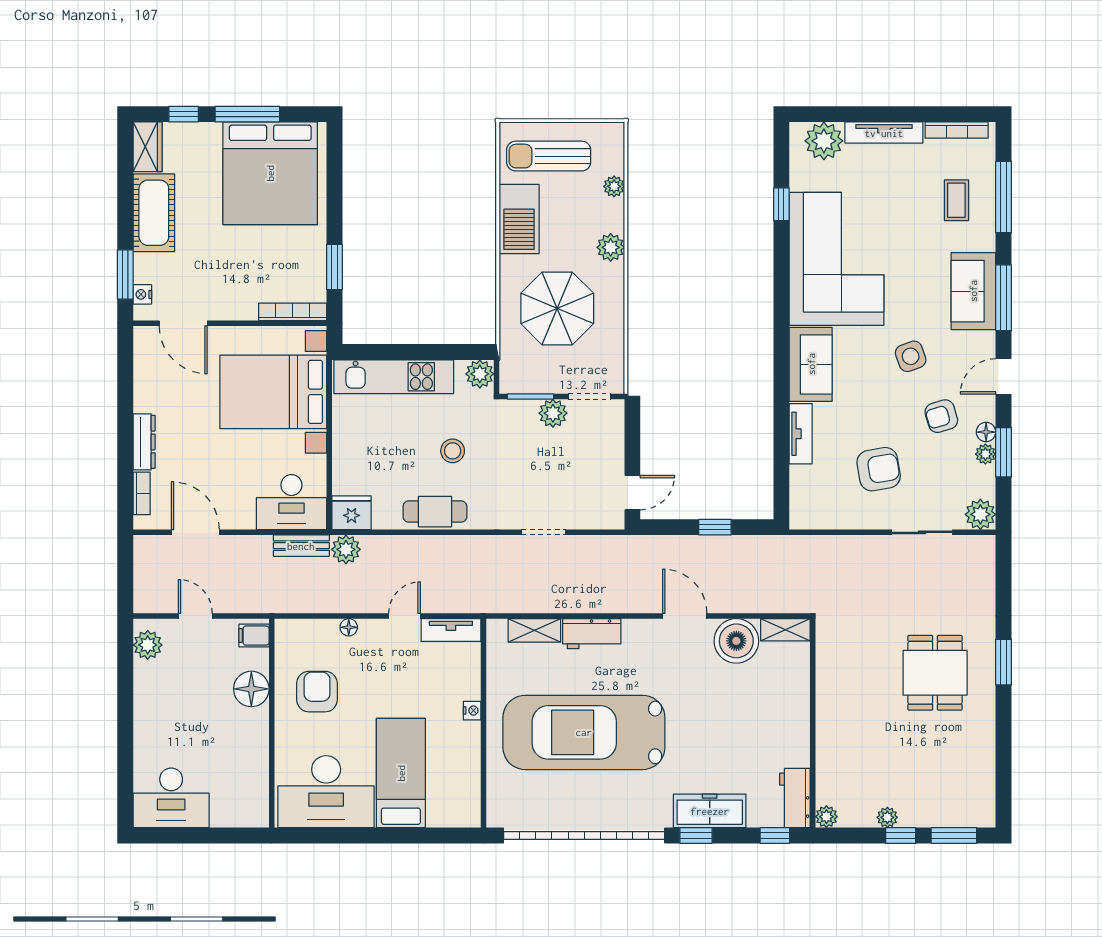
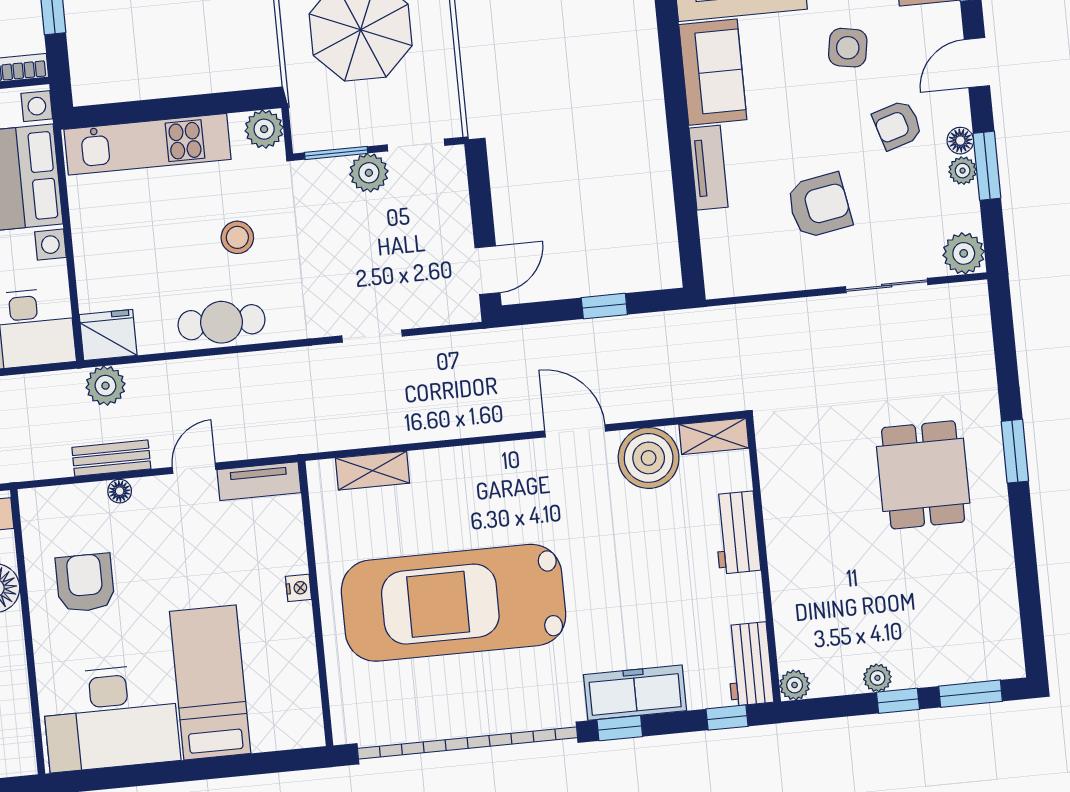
side table: (911, 356) -> (848, 48), turned 30
bench: (301, 546) -> (111, 458), moved
workbench: (592, 634) -> (737, 533), moved, turned 90

